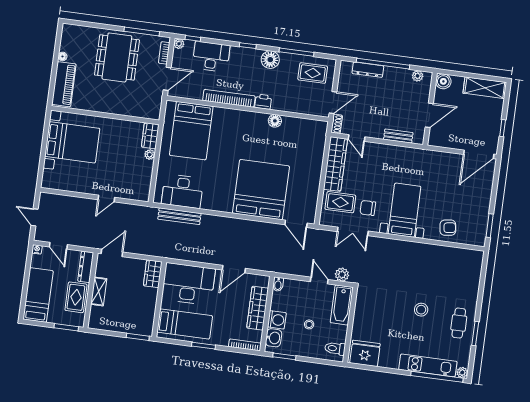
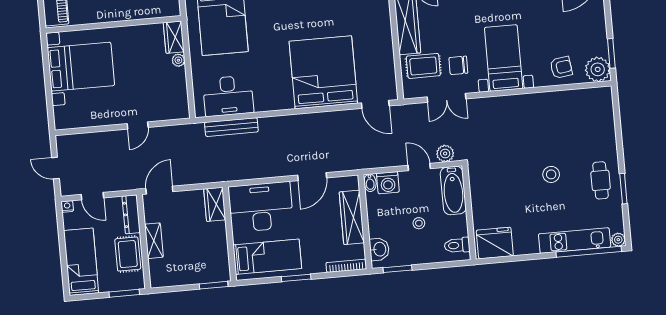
plant: (476, 236) -> (598, 69), added
washing machine: (277, 320) -> (388, 183), moved, turned 90

